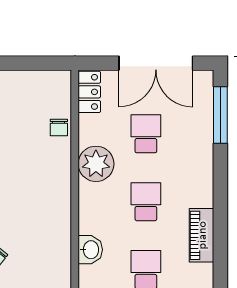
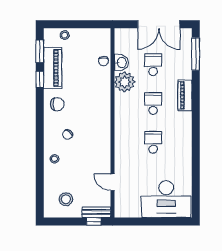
locker: (89, 92) -> (121, 41), removed
piano: (202, 235) -> (185, 95), moved
washbasin: (90, 250) -> (121, 63), moved

